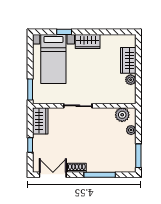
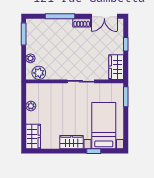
wardrobe: (128, 60) -> (33, 136), moved

